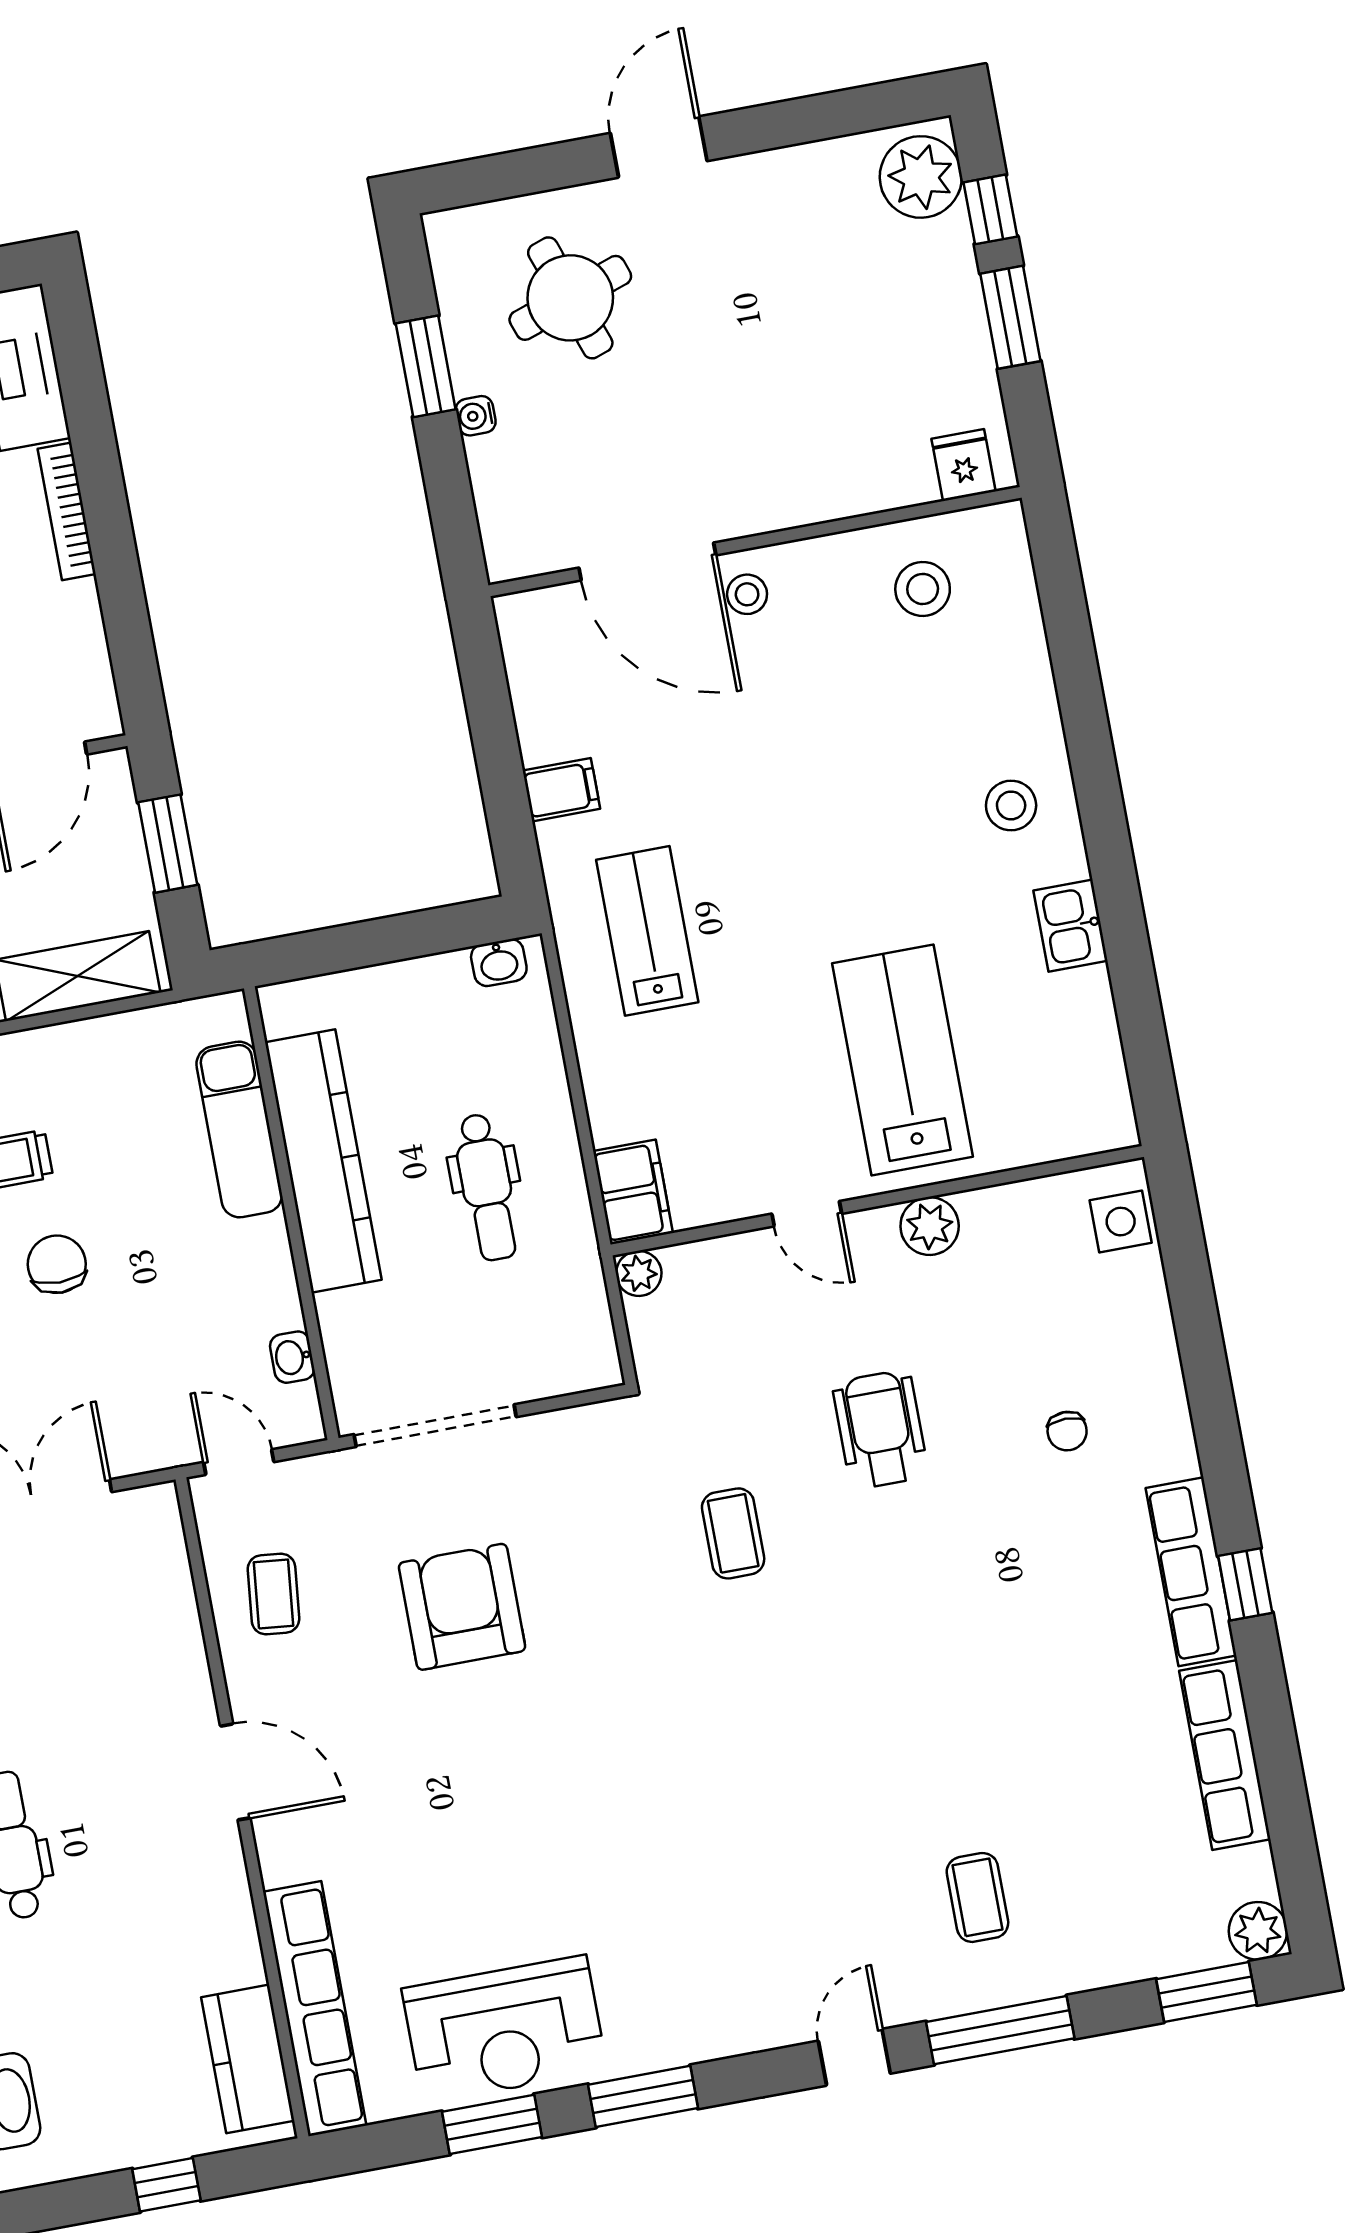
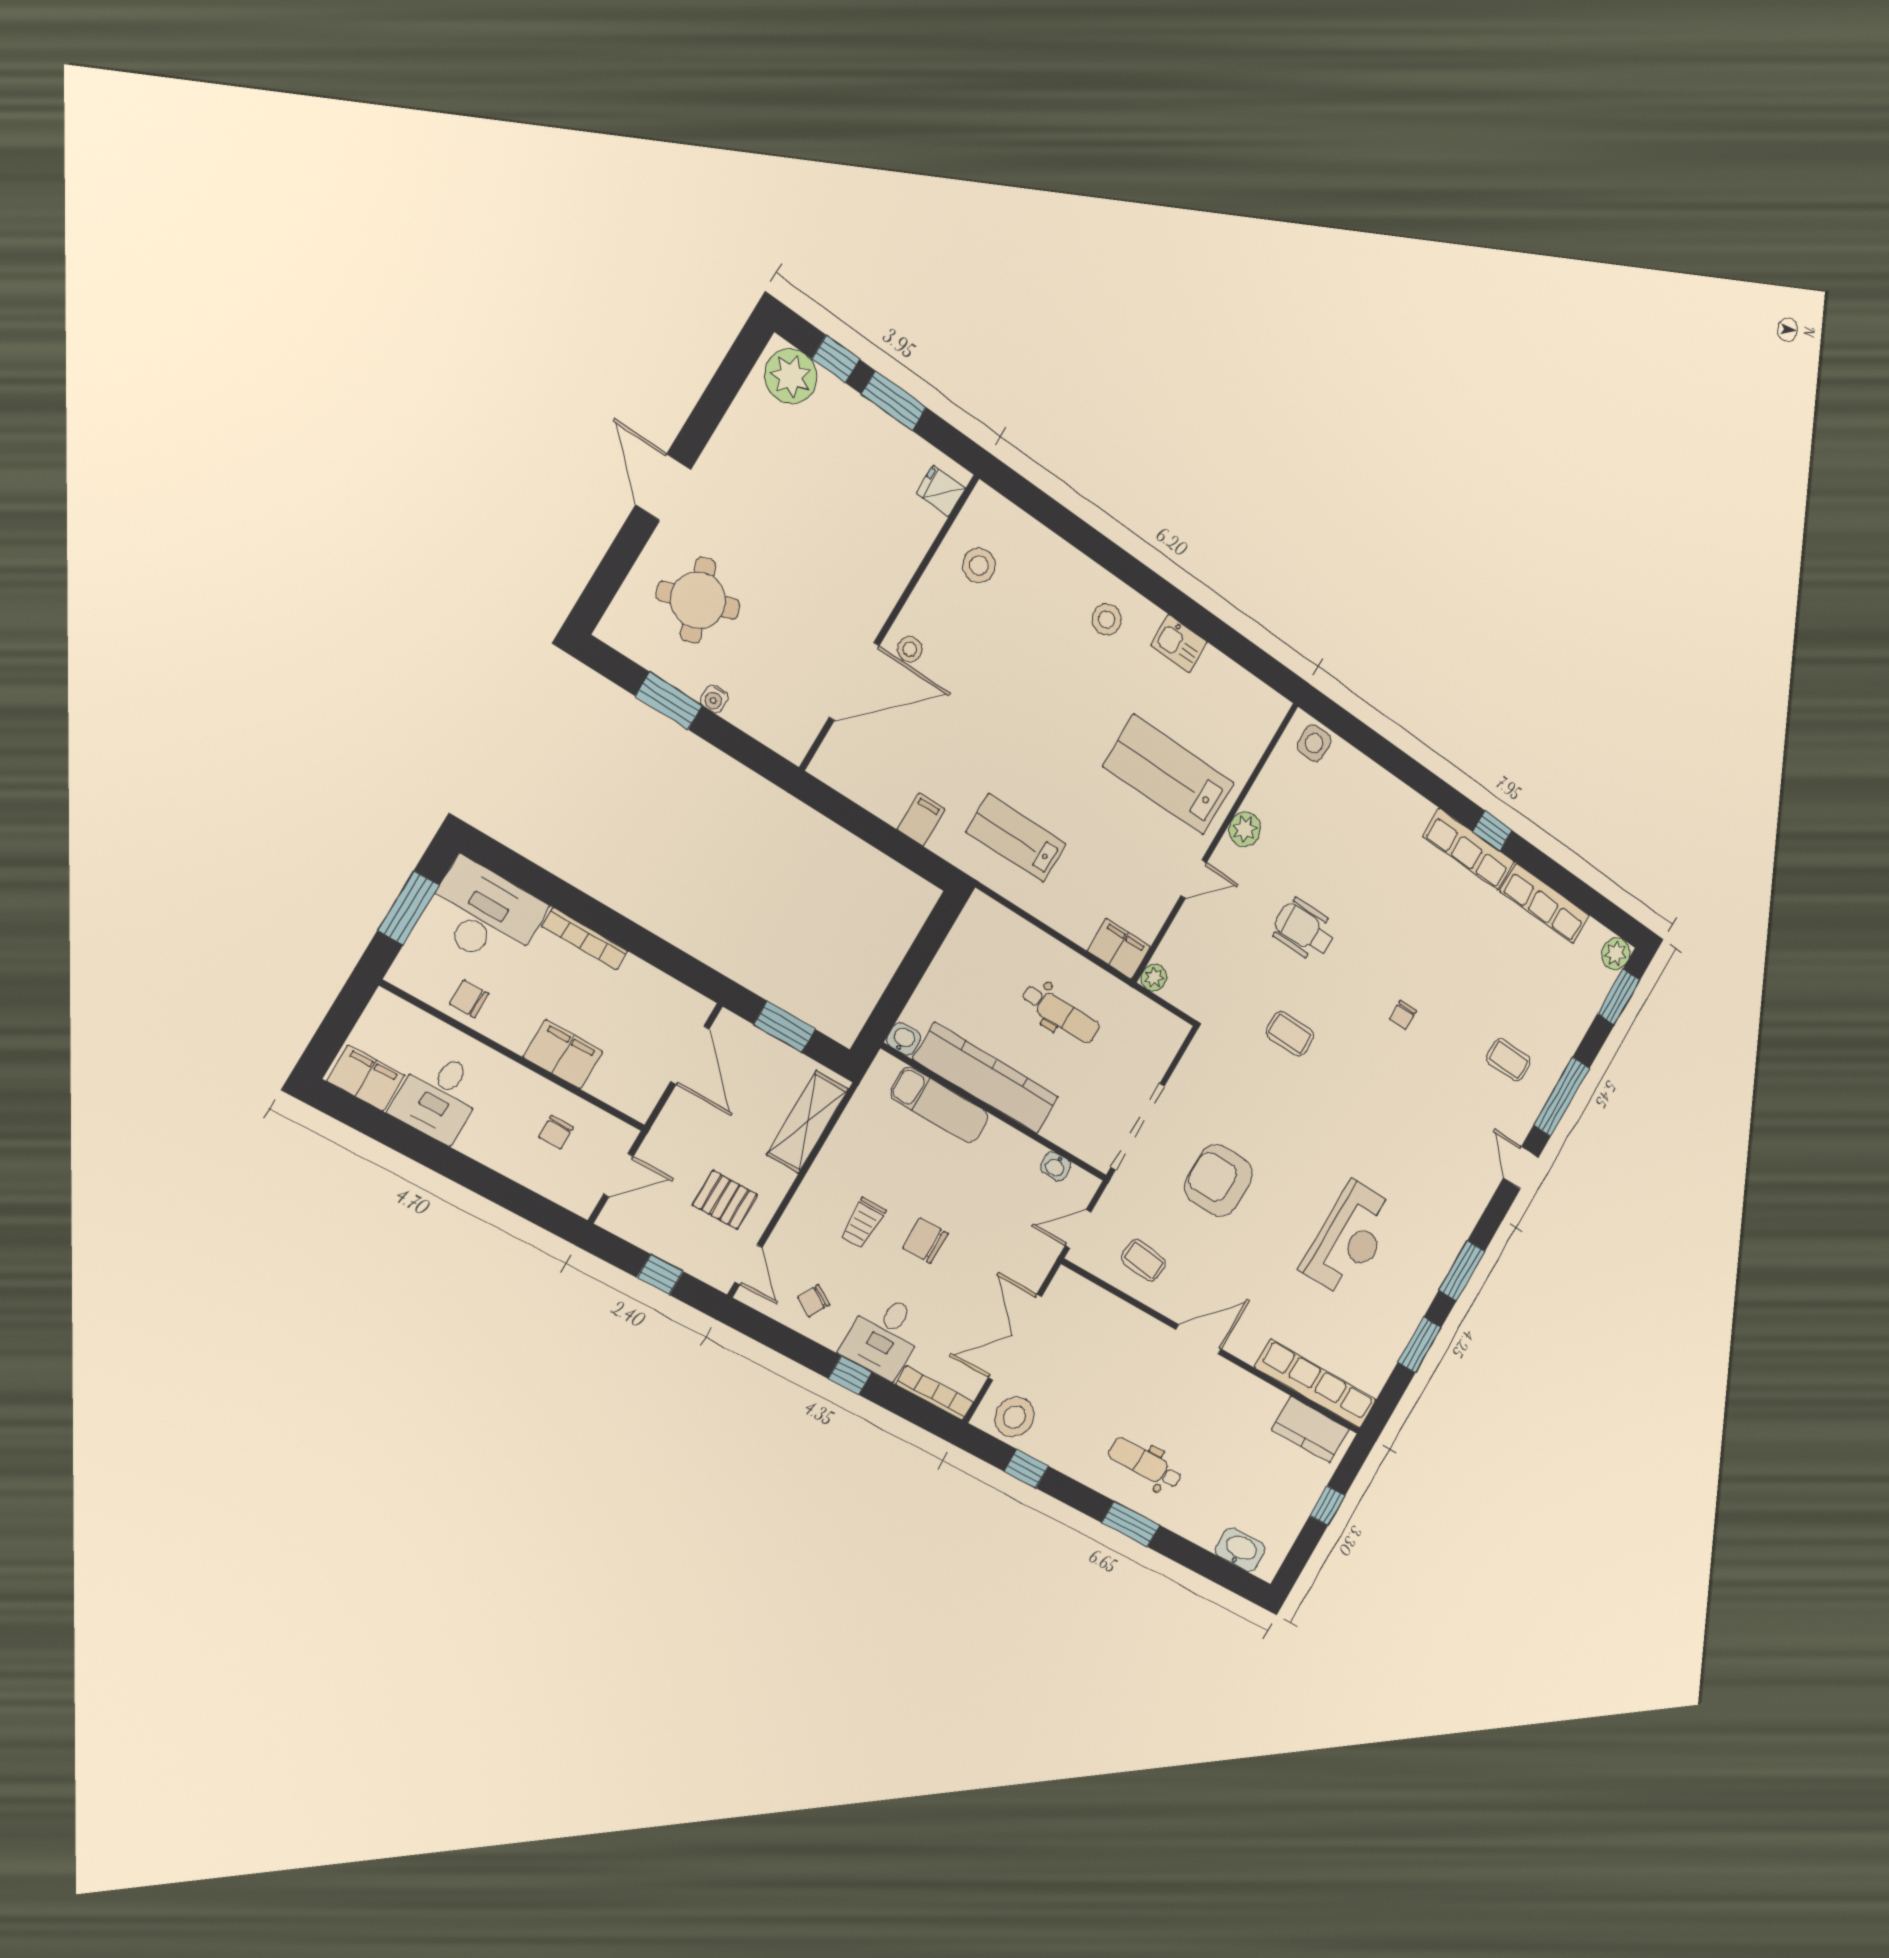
washbasin: (499, 963) -> (904, 1039), moved, turned -90
chair: (1067, 1431) -> (1403, 1015), moved, turned 90
reception desk: (505, 2029) -> (1349, 1239), moved

